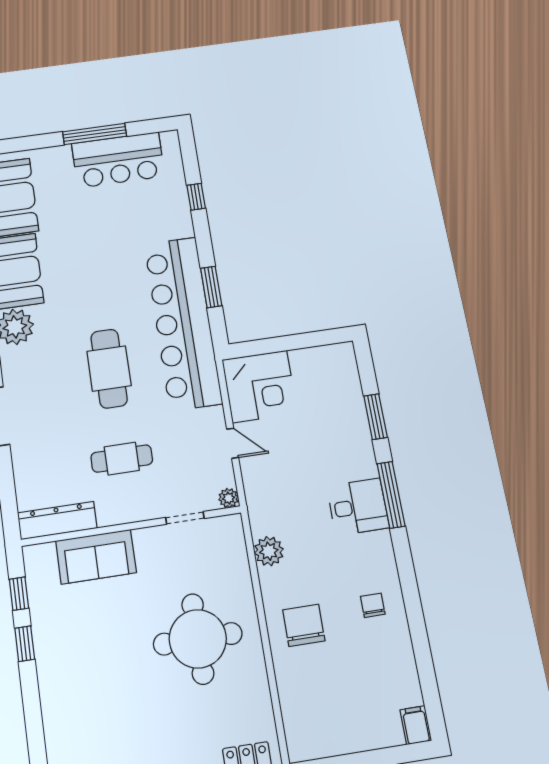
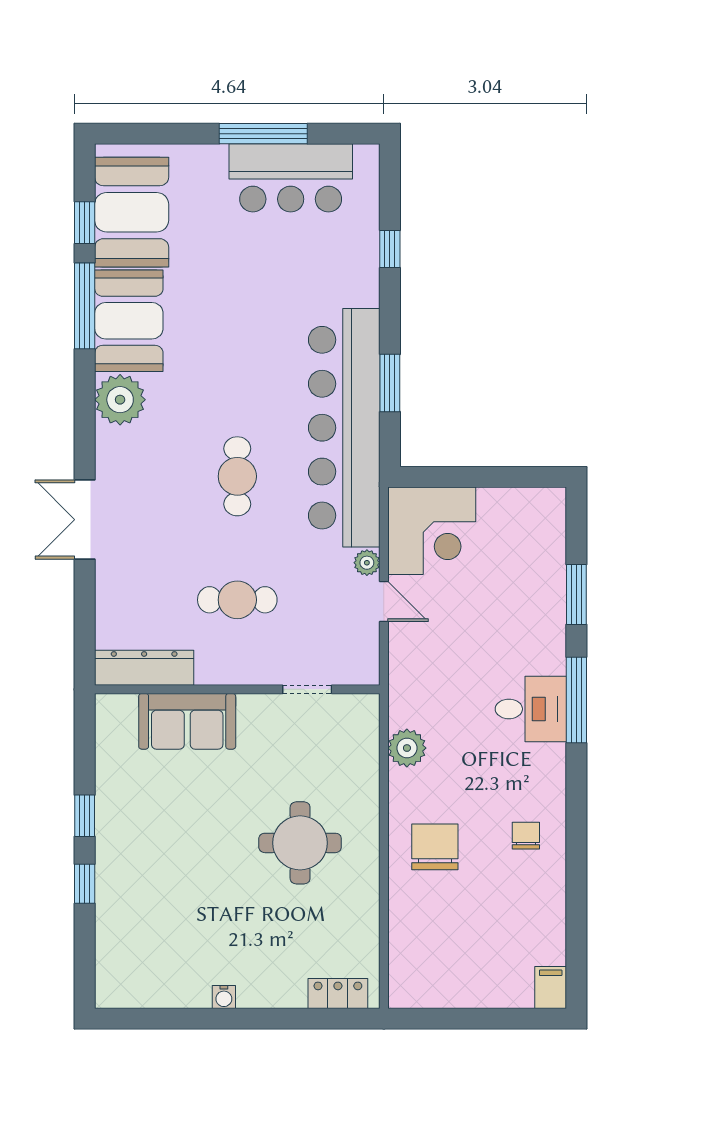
cafe table: (109, 369) -> (237, 476), width x0.73, depth x0.74
plant: (229, 498) -> (367, 563), moved
window: (19, 594) -> (85, 884), moved
round table: (198, 639) -> (300, 843), width x0.73, depth x0.73

